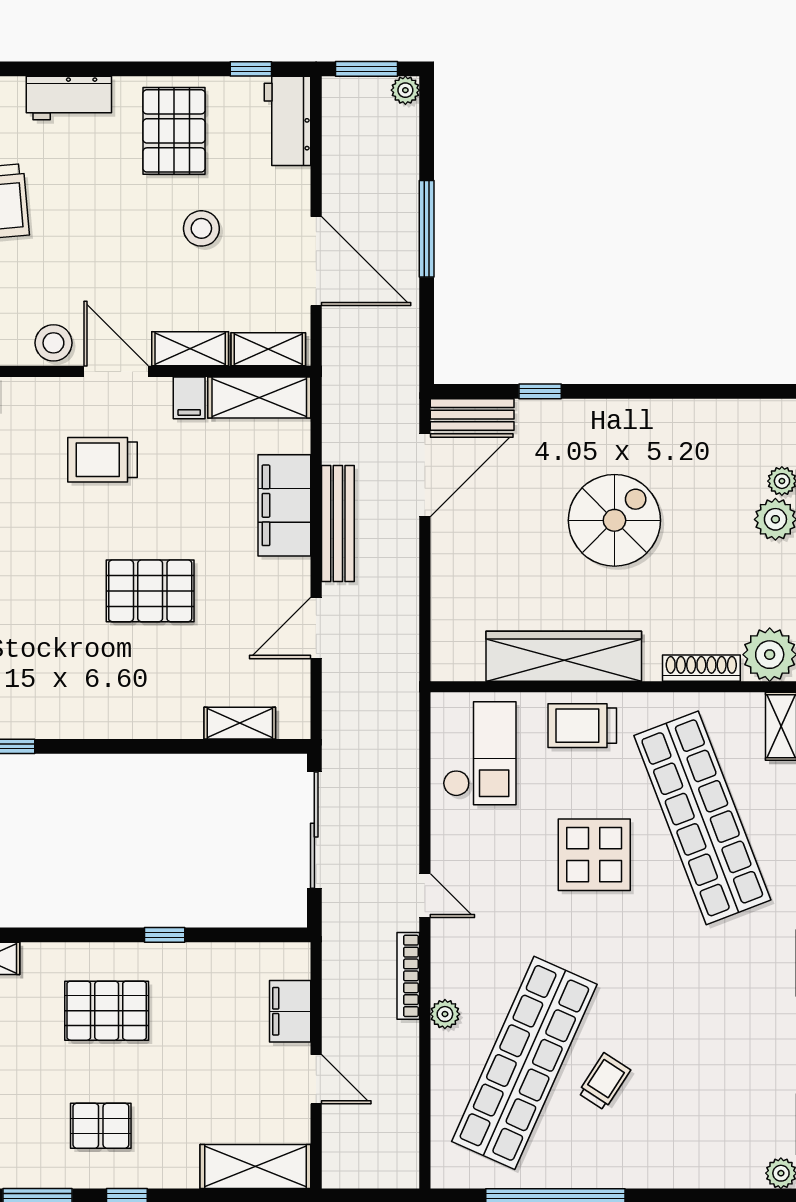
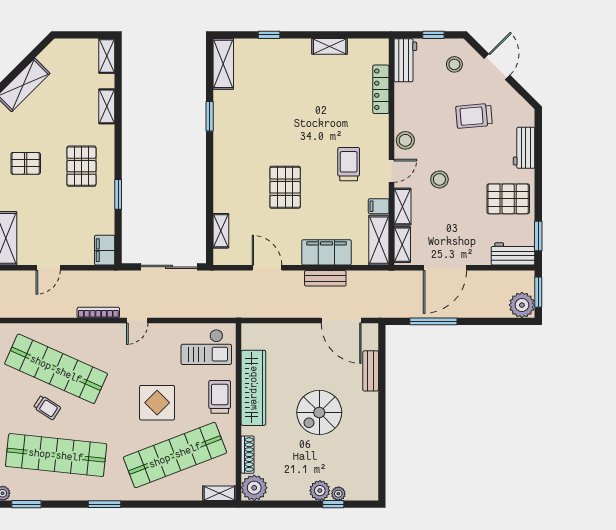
window: (251, 69) -> (538, 236), width x1.50
plant: (405, 90) -> (522, 305), width x1.88, depth x1.88
stool: (201, 228) -> (439, 179), moved
window: (427, 229) -> (433, 321), moved
door: (116, 371) -> (391, 171), width x0.73
window: (540, 391) -> (382, 376), removed
bench: (472, 415) -> (371, 371), moved
spiral stairs: (614, 520) -> (319, 412), turned 90
bench: (338, 523) -> (325, 278), width x0.73
window: (165, 935) -> (118, 194), width x1.50
filing cabinet: (290, 1011) -> (105, 250), moved, turned -90
plant: (445, 1014) -> (80, 330), removed
shop shelf: (702, 1063) -> (56, 455), added
pallet: (101, 1126) -> (26, 163), turned 90

